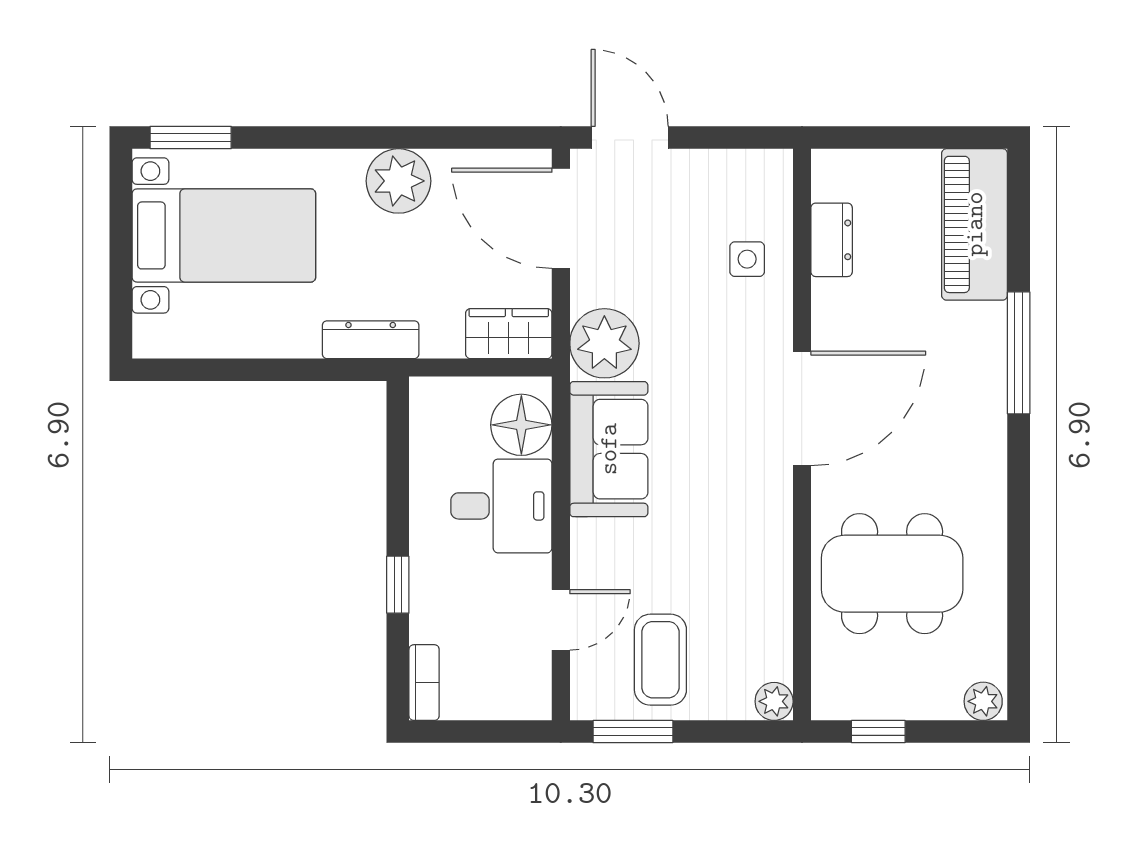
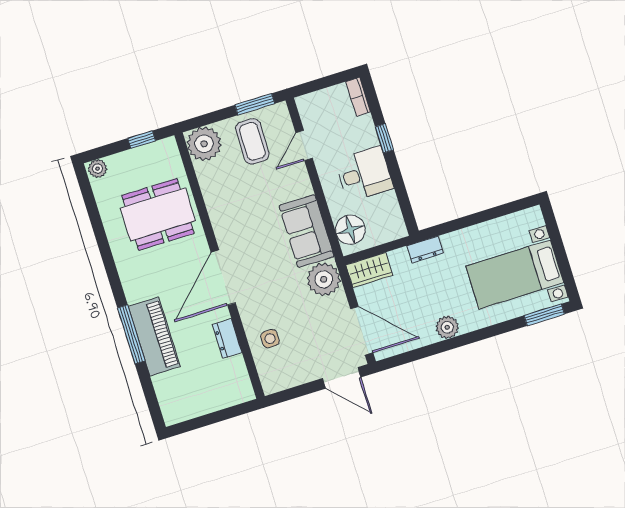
plant: (398, 181) -> (447, 327), width x0.73, depth x0.73
piano: (975, 224) -> (154, 336), moved
dresser: (832, 240) -> (227, 339), moved
dresser: (371, 340) -> (425, 249), width x0.70
desk: (501, 506) -> (364, 174), moved, turned 180
plant: (774, 701) -> (204, 144), width x1.88, depth x1.88

